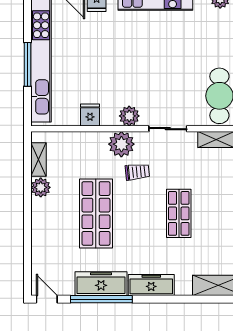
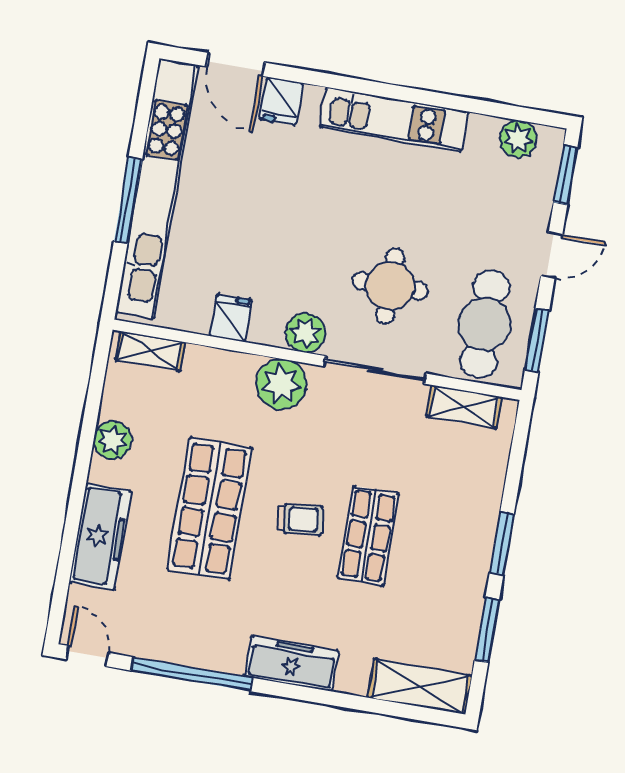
round table: (168, 85) -> (390, 286), added
sliding door: (168, 129) -> (375, 370), width x1.37
shelving: (39, 159) -> (150, 351), moved, turned 90
trolley: (137, 172) -> (300, 519), moved
freezer: (101, 284) -> (100, 537), moved, turned 90

